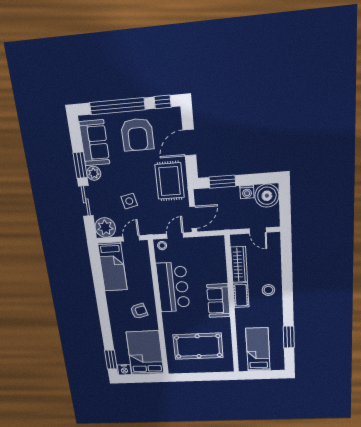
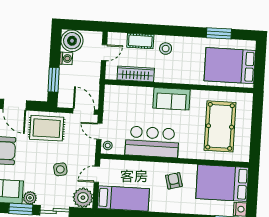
door: (131, 238) -> (97, 174), hinge flipped
cot: (241, 295) -> (140, 41), moved
bed: (258, 349) -> (230, 66), width x1.50

